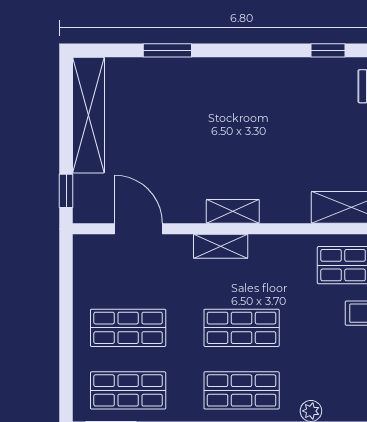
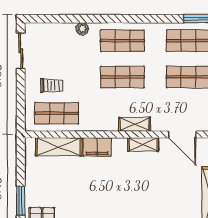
filing cabinet: (285, 207) -> (97, 147), added
shelving: (233, 211) -> (143, 144), moved

